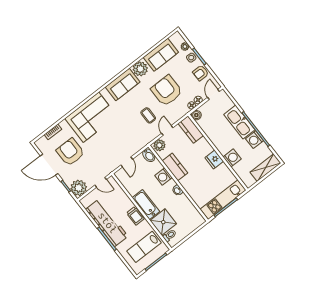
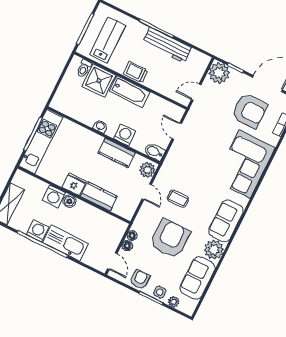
armchair: (167, 91) -> (170, 239), turned -90
boiler: (196, 115) -> (69, 201), moved
kitchen counter: (191, 129) -> (99, 196), moved
workbench: (107, 223) -> (167, 45), width x0.73, depth x0.76

